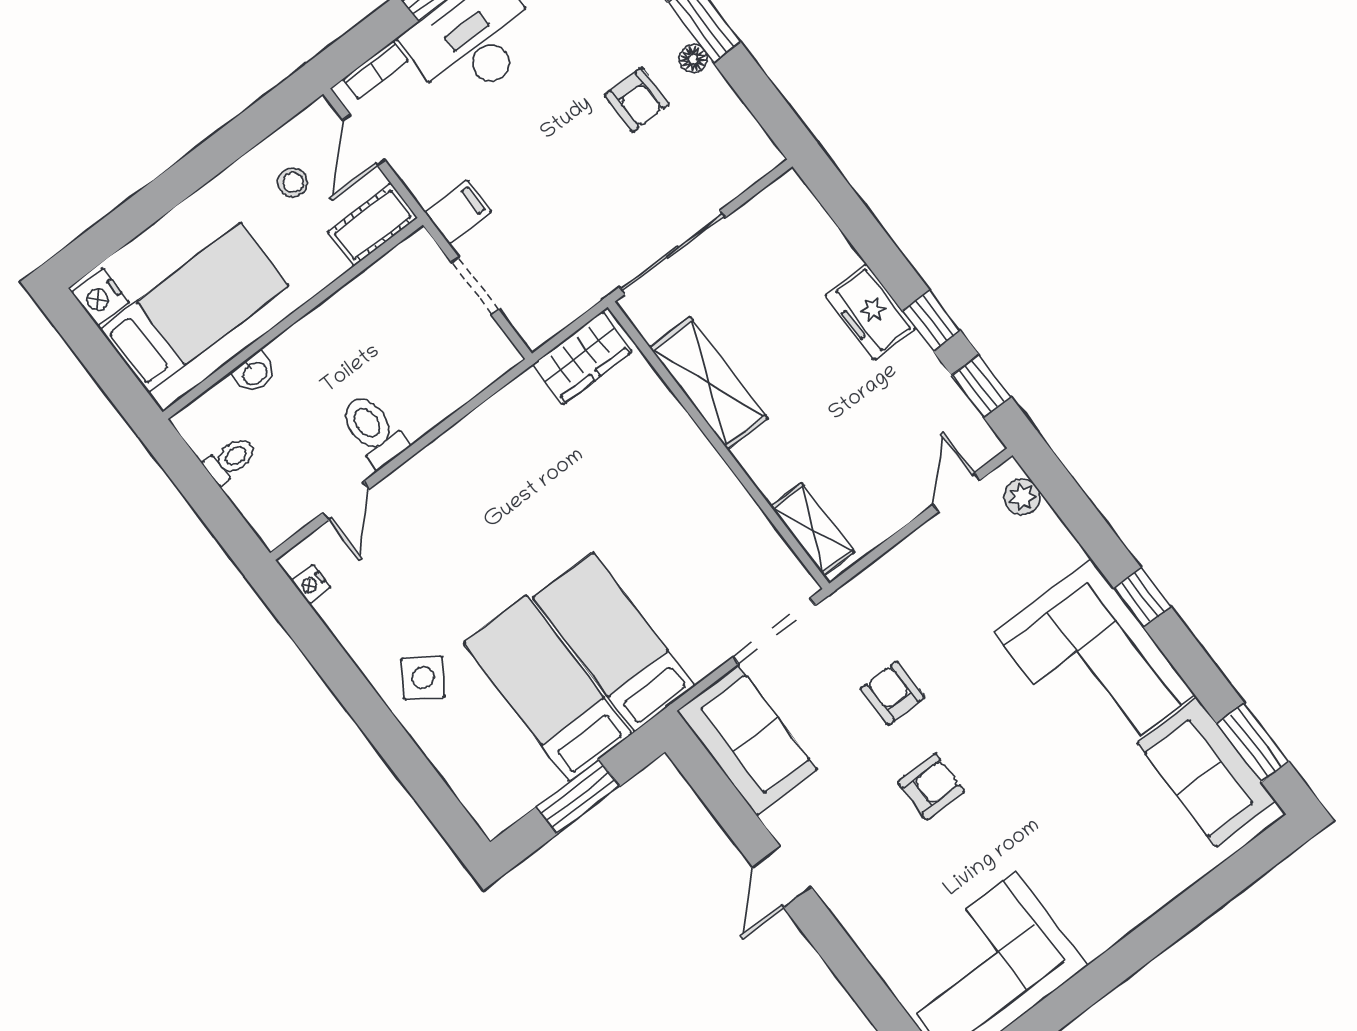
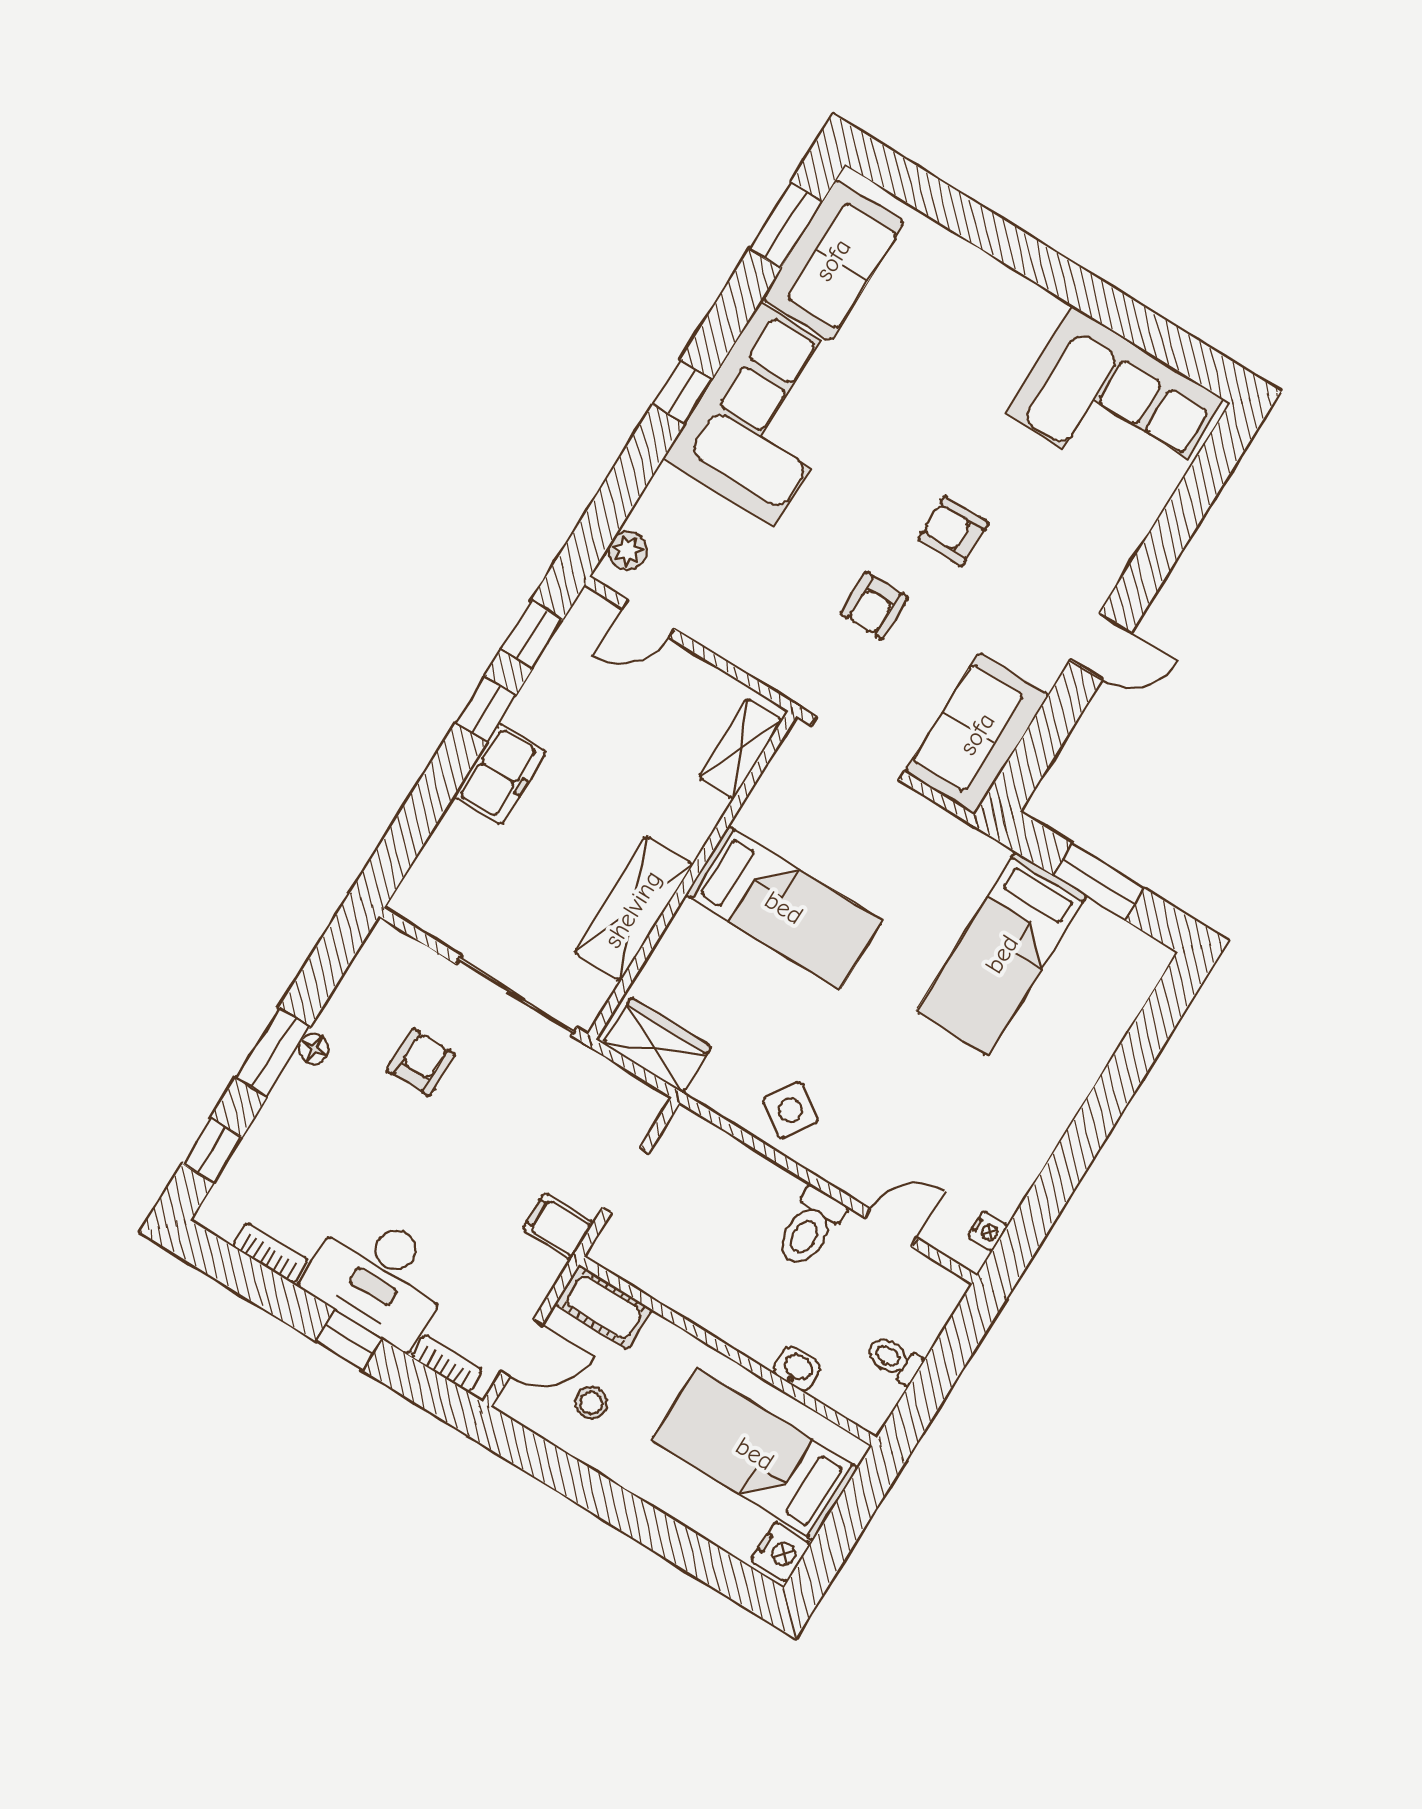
armchair: (637, 100) -> (421, 1062), moved
bed: (614, 642) -> (784, 908), moved, turned -90
side table: (423, 678) -> (790, 1110), moved

